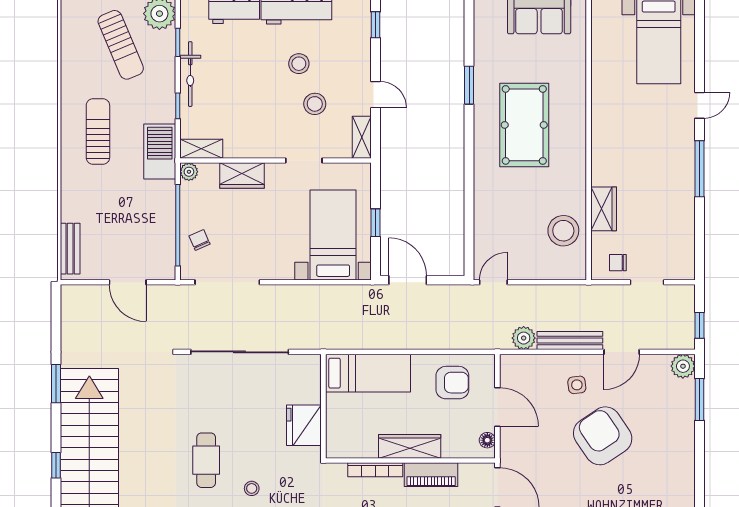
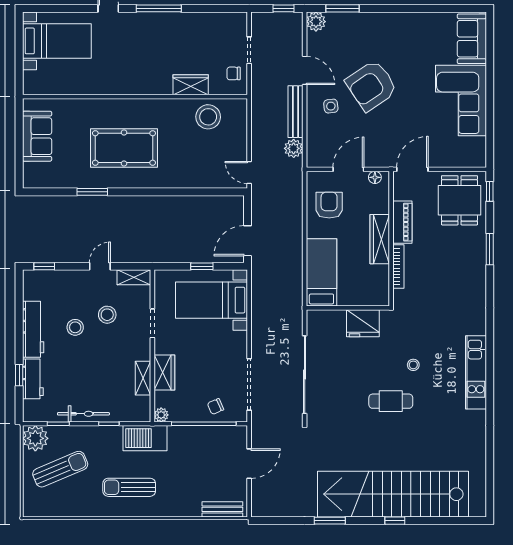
shelving: (201, 149) -> (143, 378), moved
chair: (618, 263) -> (234, 73), turned 90

